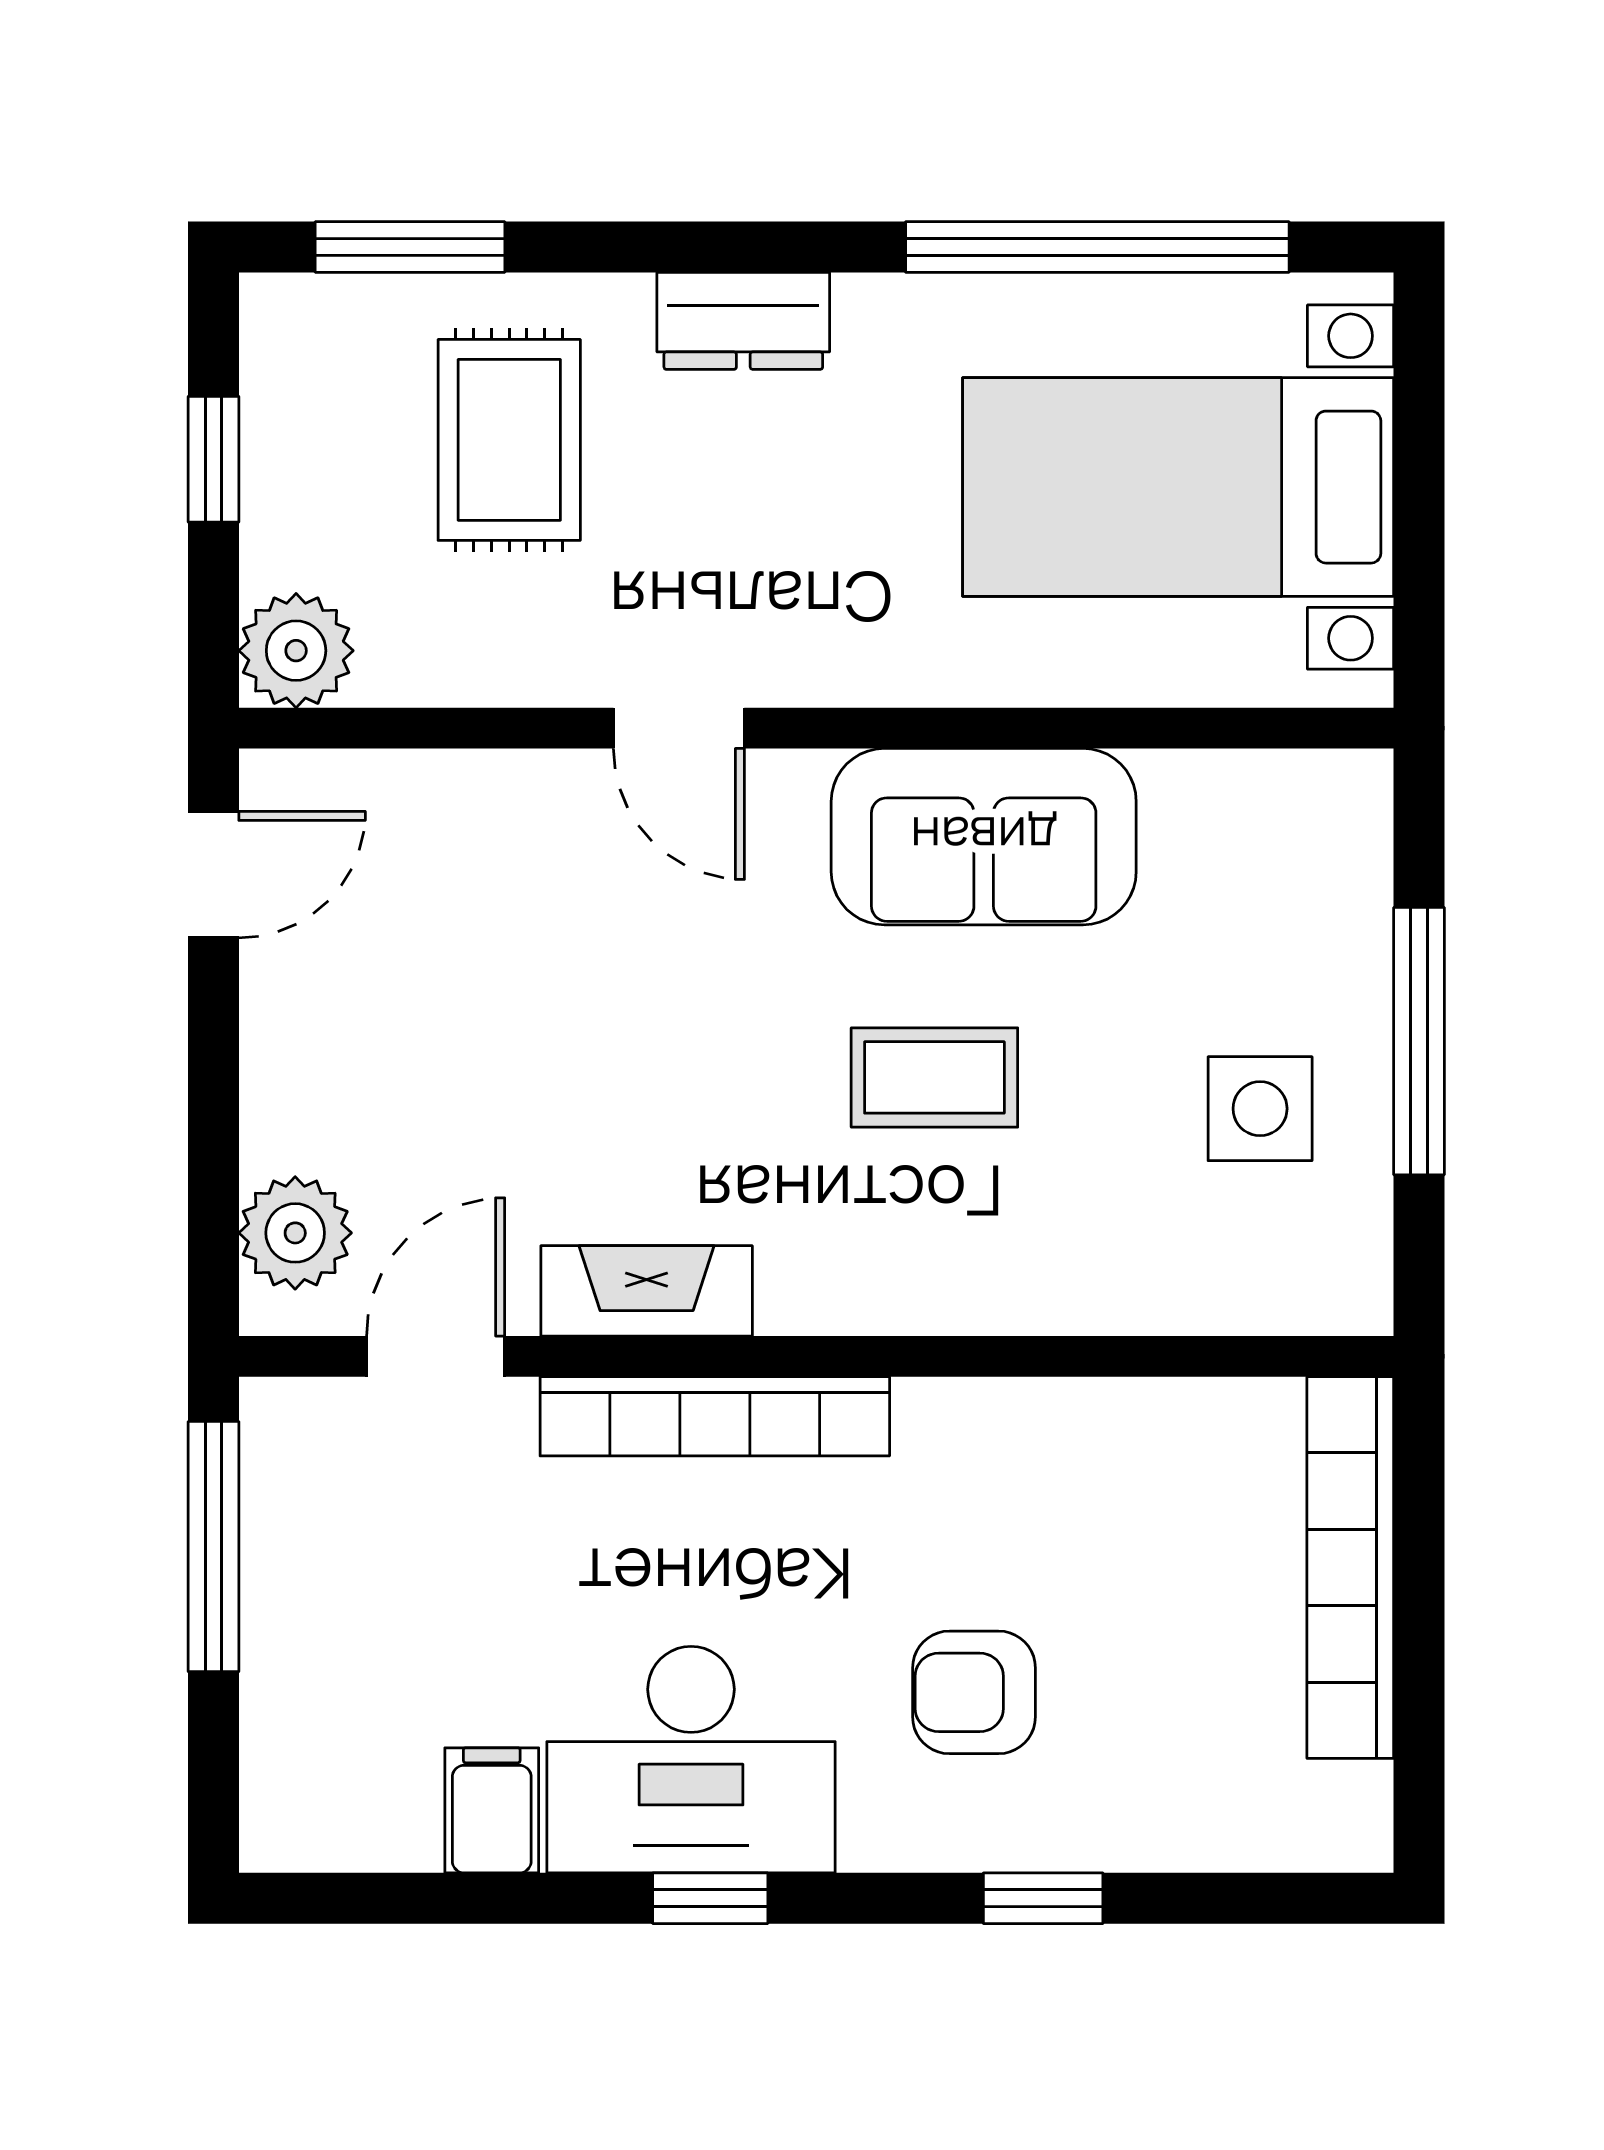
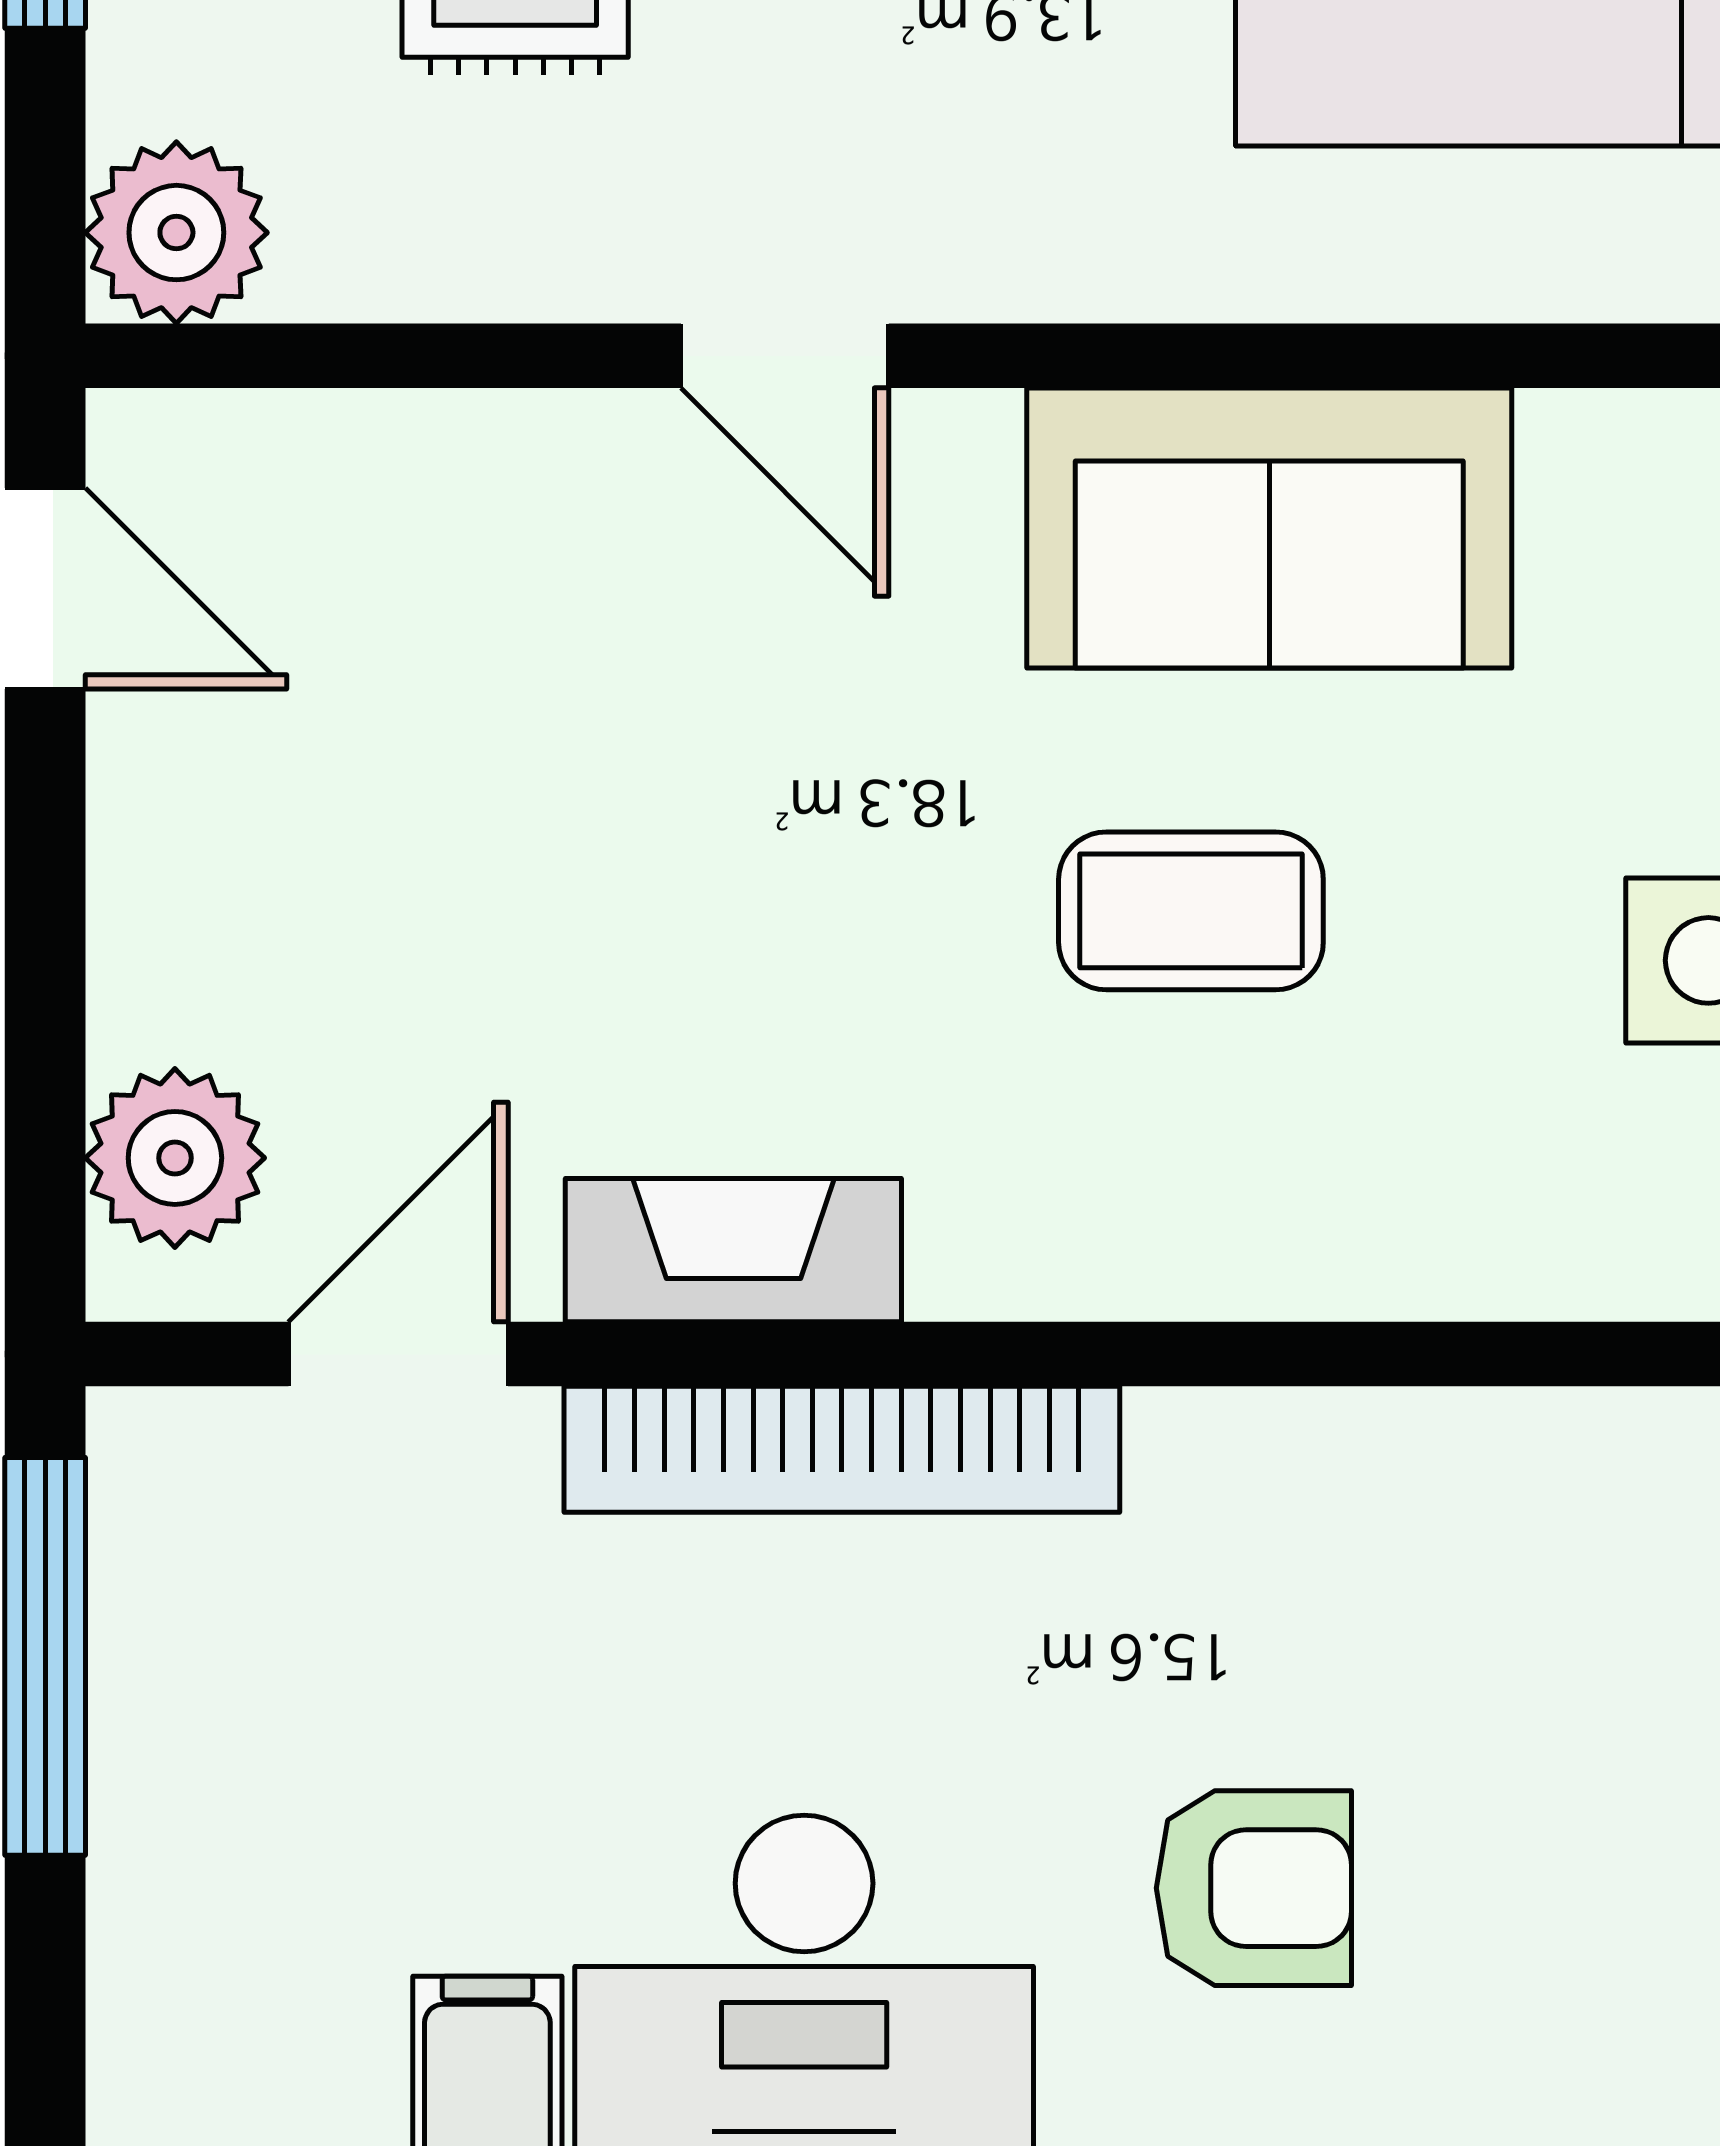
door: (213, 875) -> (45, 589), hinge flipped
armchair: (974, 1692) -> (1254, 1888), turned 180

